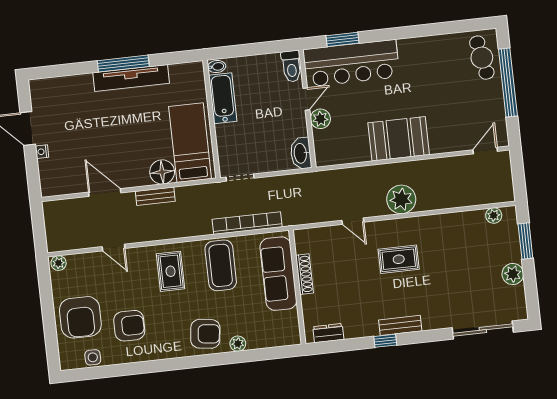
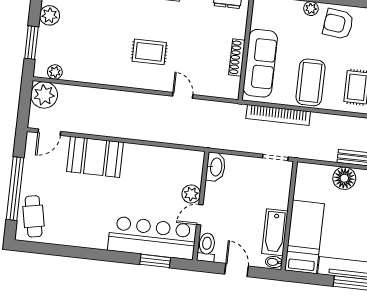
door: (254, 49) -> (236, 270), added
booth: (399, 139) -> (95, 157), moved
bed: (190, 143) -> (304, 237), moved, turned 180
plant: (401, 199) -> (44, 95), moved

